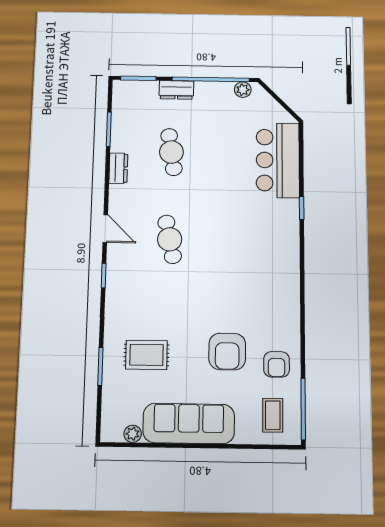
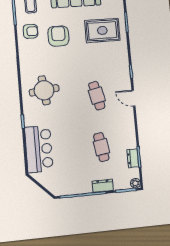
plant: (243, 90) -> (135, 183), moved
dresser: (118, 168) -> (133, 158), moved
round table: (261, 257) -> (44, 90), added
rug: (146, 355) -> (102, 30), width x1.36, depth x1.43
armchair: (277, 364) -> (30, 31), turned 90

